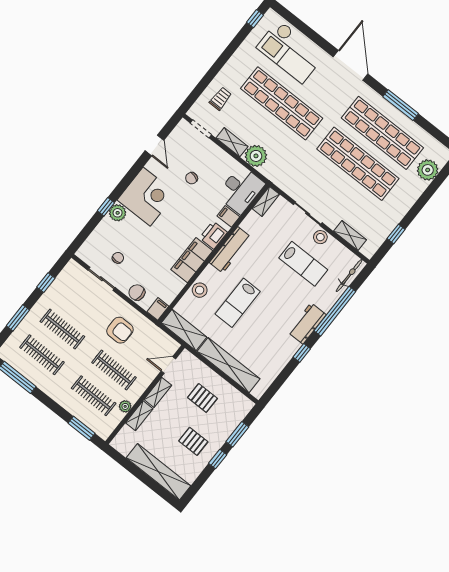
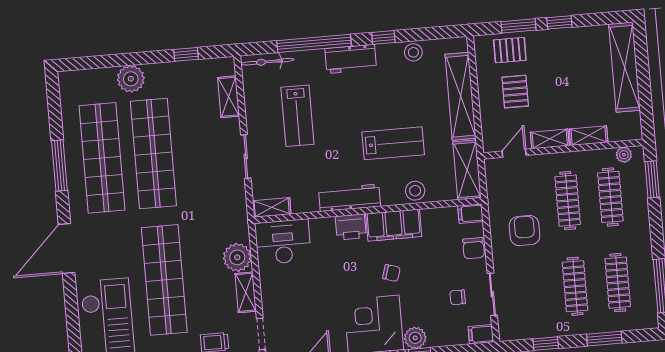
plant: (428, 170) -> (131, 79), moved
chair: (192, 178) -> (391, 273), moved
filing cabinet: (228, 216) -> (481, 334), moved, turned 90
stool: (320, 237) -> (413, 52), moved
lab bench: (303, 264) -> (297, 116), turned 180
door: (168, 365) -> (514, 153), swing flipped
plant: (125, 406) -> (624, 155), moved
pallet: (193, 441) -> (510, 50), moved, turned 90

